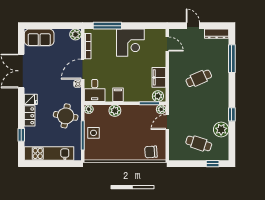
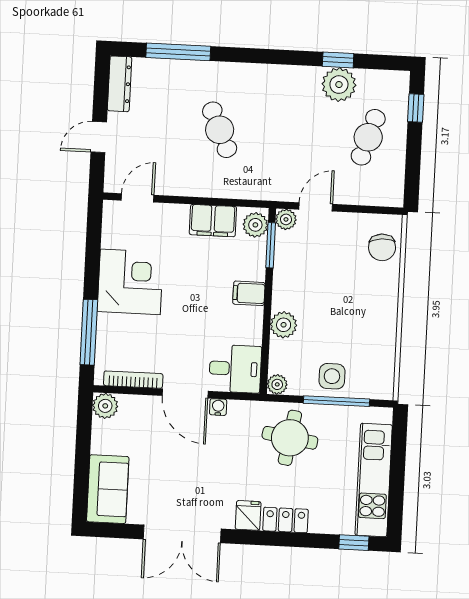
filing cabinet: (118, 95) -> (249, 293), moved
window: (232, 114) -> (338, 60), moved
door: (167, 122) -> (316, 207), swing flipped
window: (21, 135) -> (354, 543), moved

